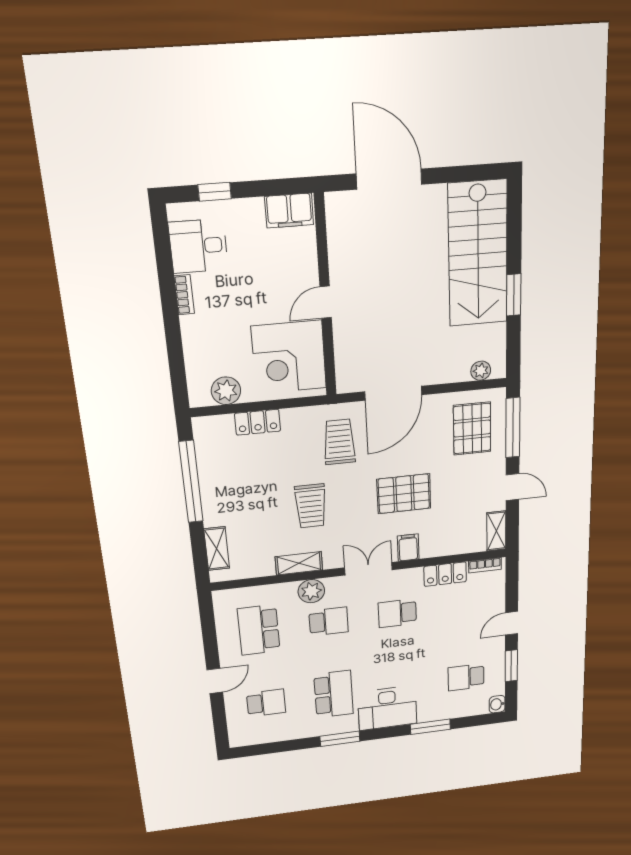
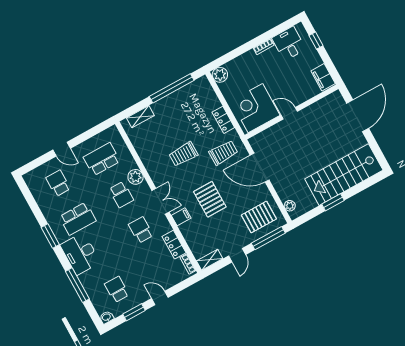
plant: (226, 391) -> (220, 75), moved
locker: (258, 422) -> (223, 120), moved
shelving: (299, 563) -> (149, 163), removed
school desk: (266, 703) -> (58, 183), turned 180
window: (430, 727) -> (77, 285), width x1.44

